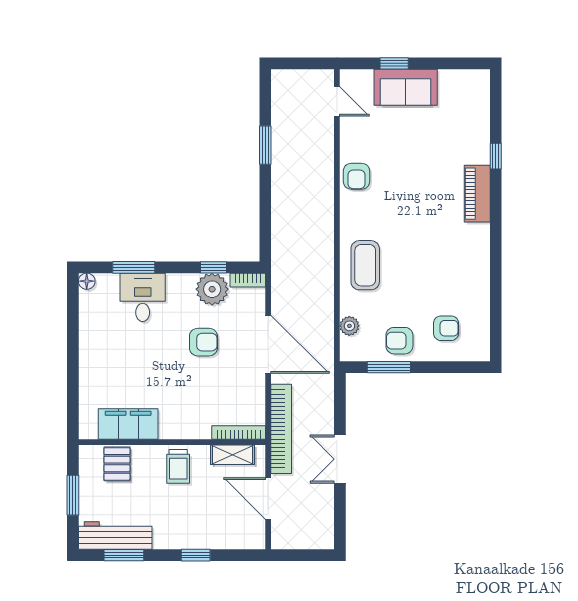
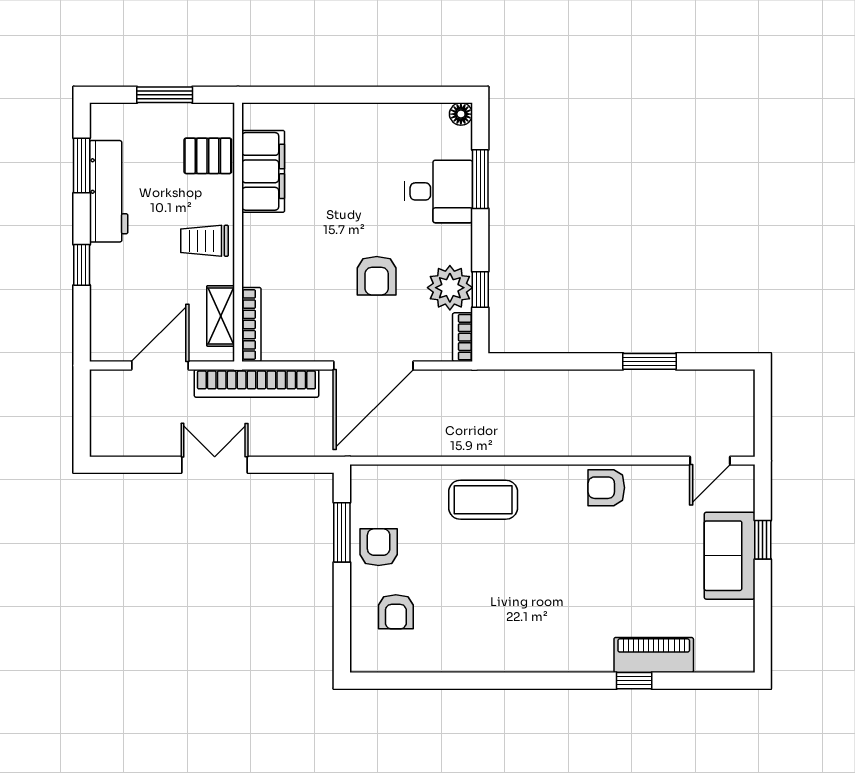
piano: (477, 194) -> (654, 655), moved
plant: (349, 326) -> (399, 478), removed
workbench: (115, 536) -> (109, 191), moved

